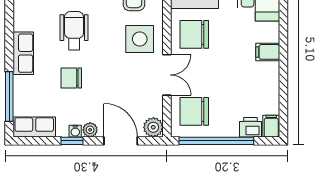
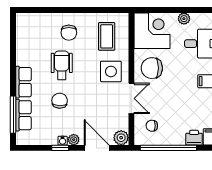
chair: (71, 78) -> (60, 101), turned 92
chair: (194, 111) -> (152, 126), width x0.54, depth x0.54
row of seats: (34, 127) -> (23, 115), moved, turned 90

